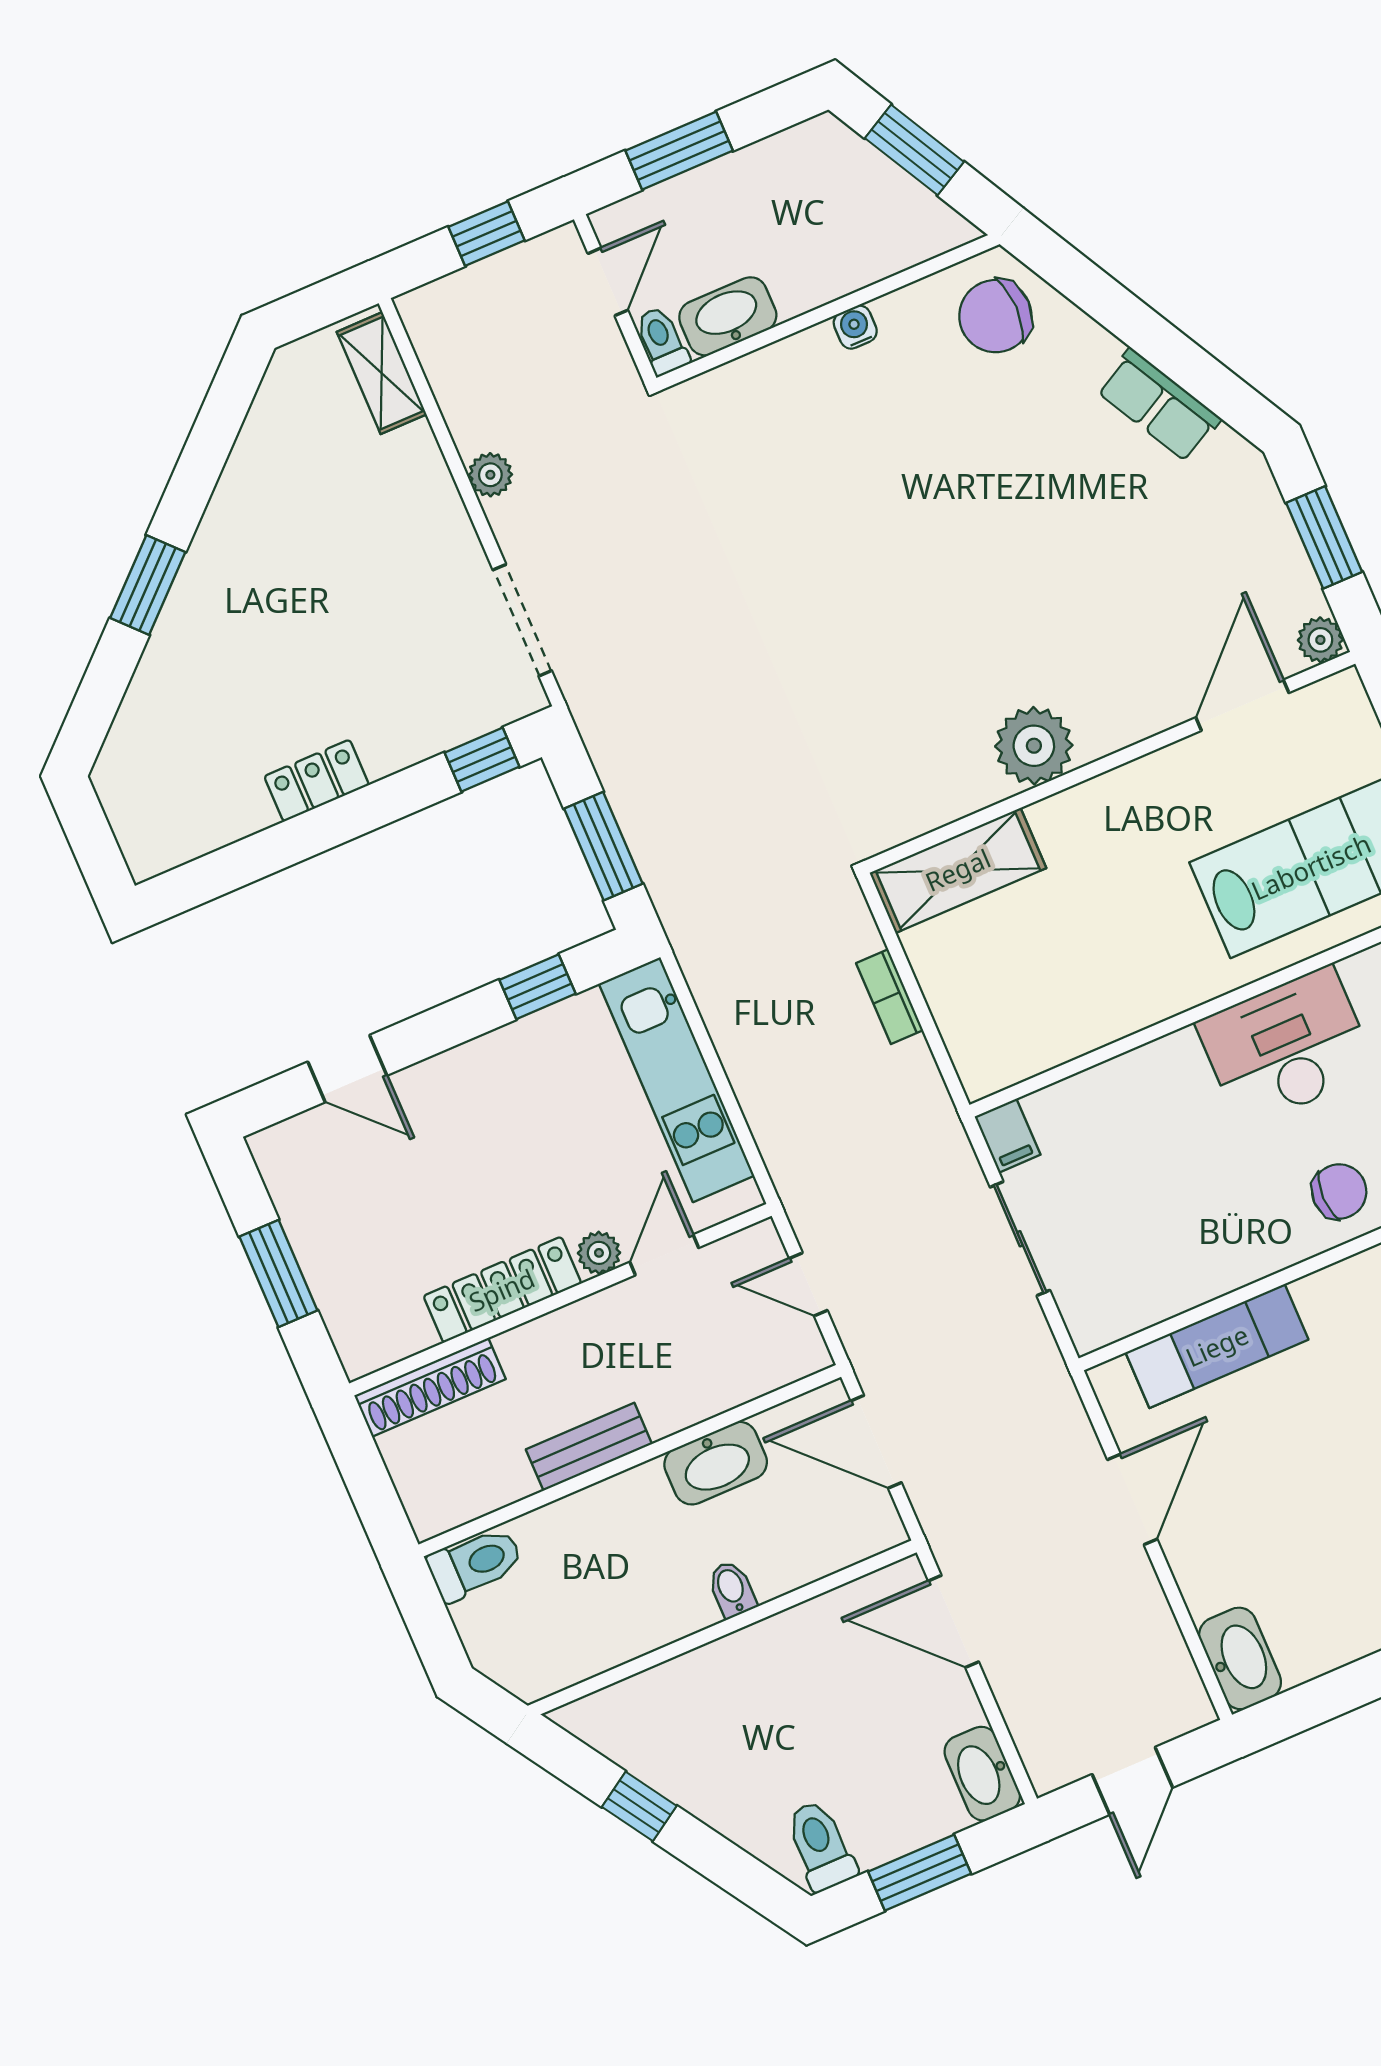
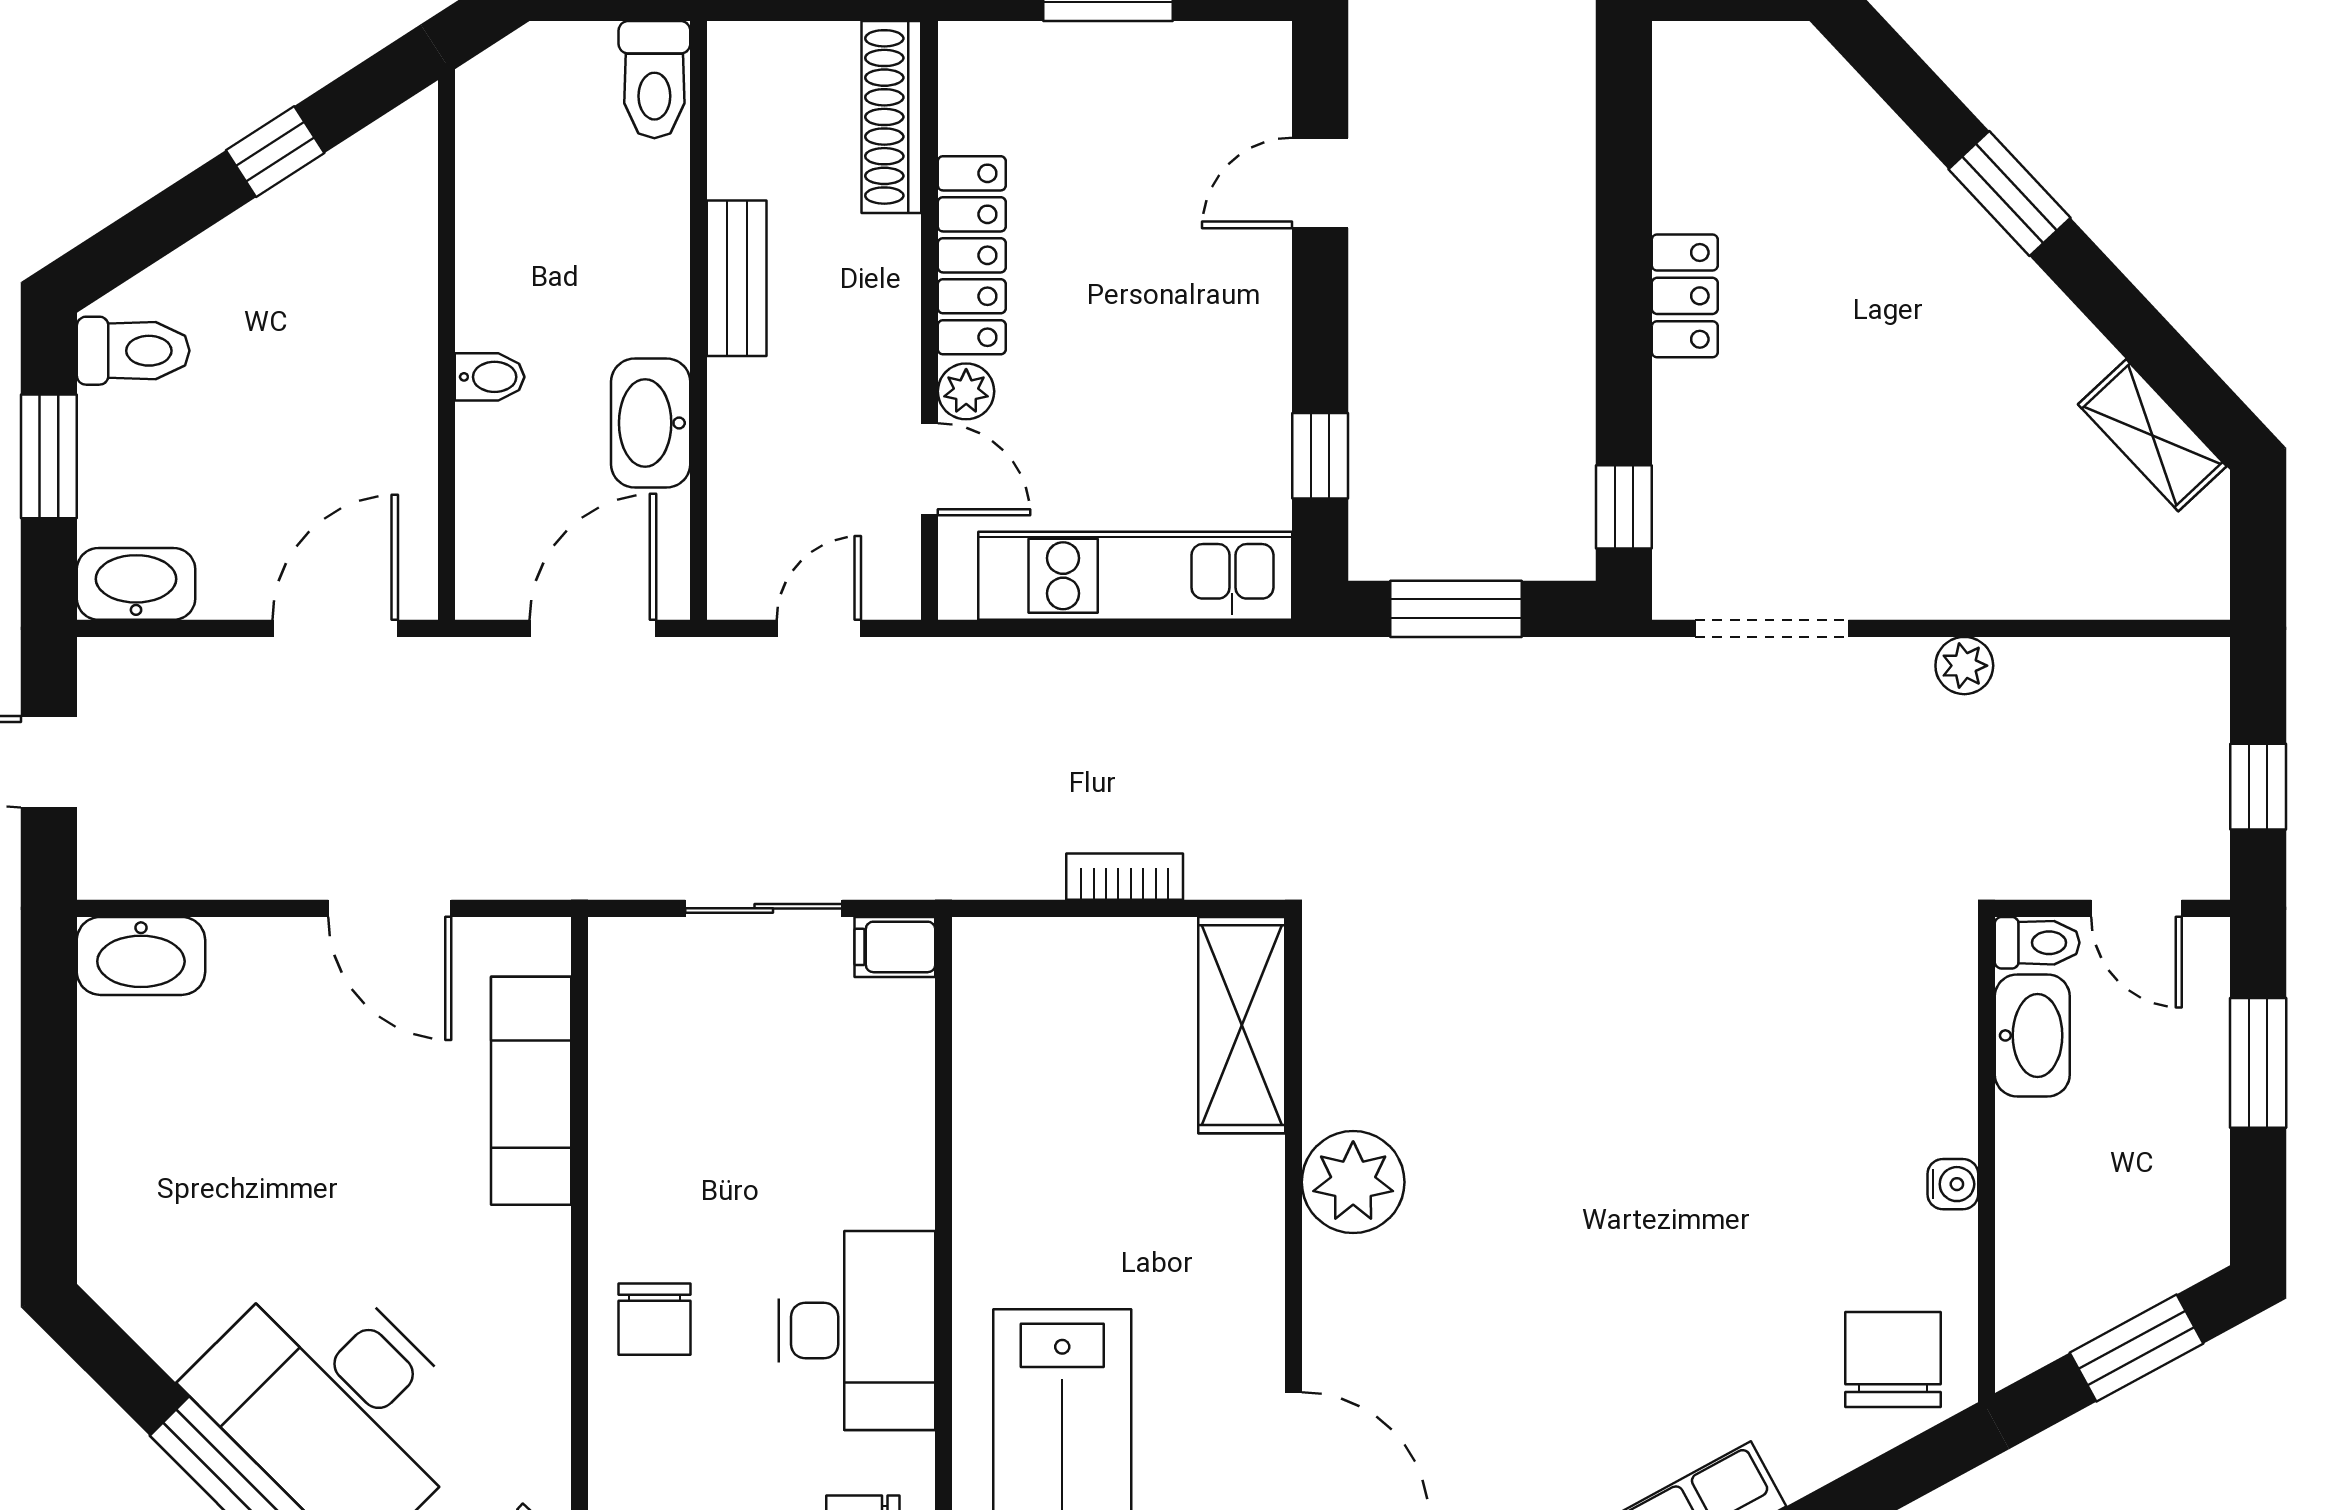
shelving: (382, 373) -> (2152, 435), moved, turned 47

